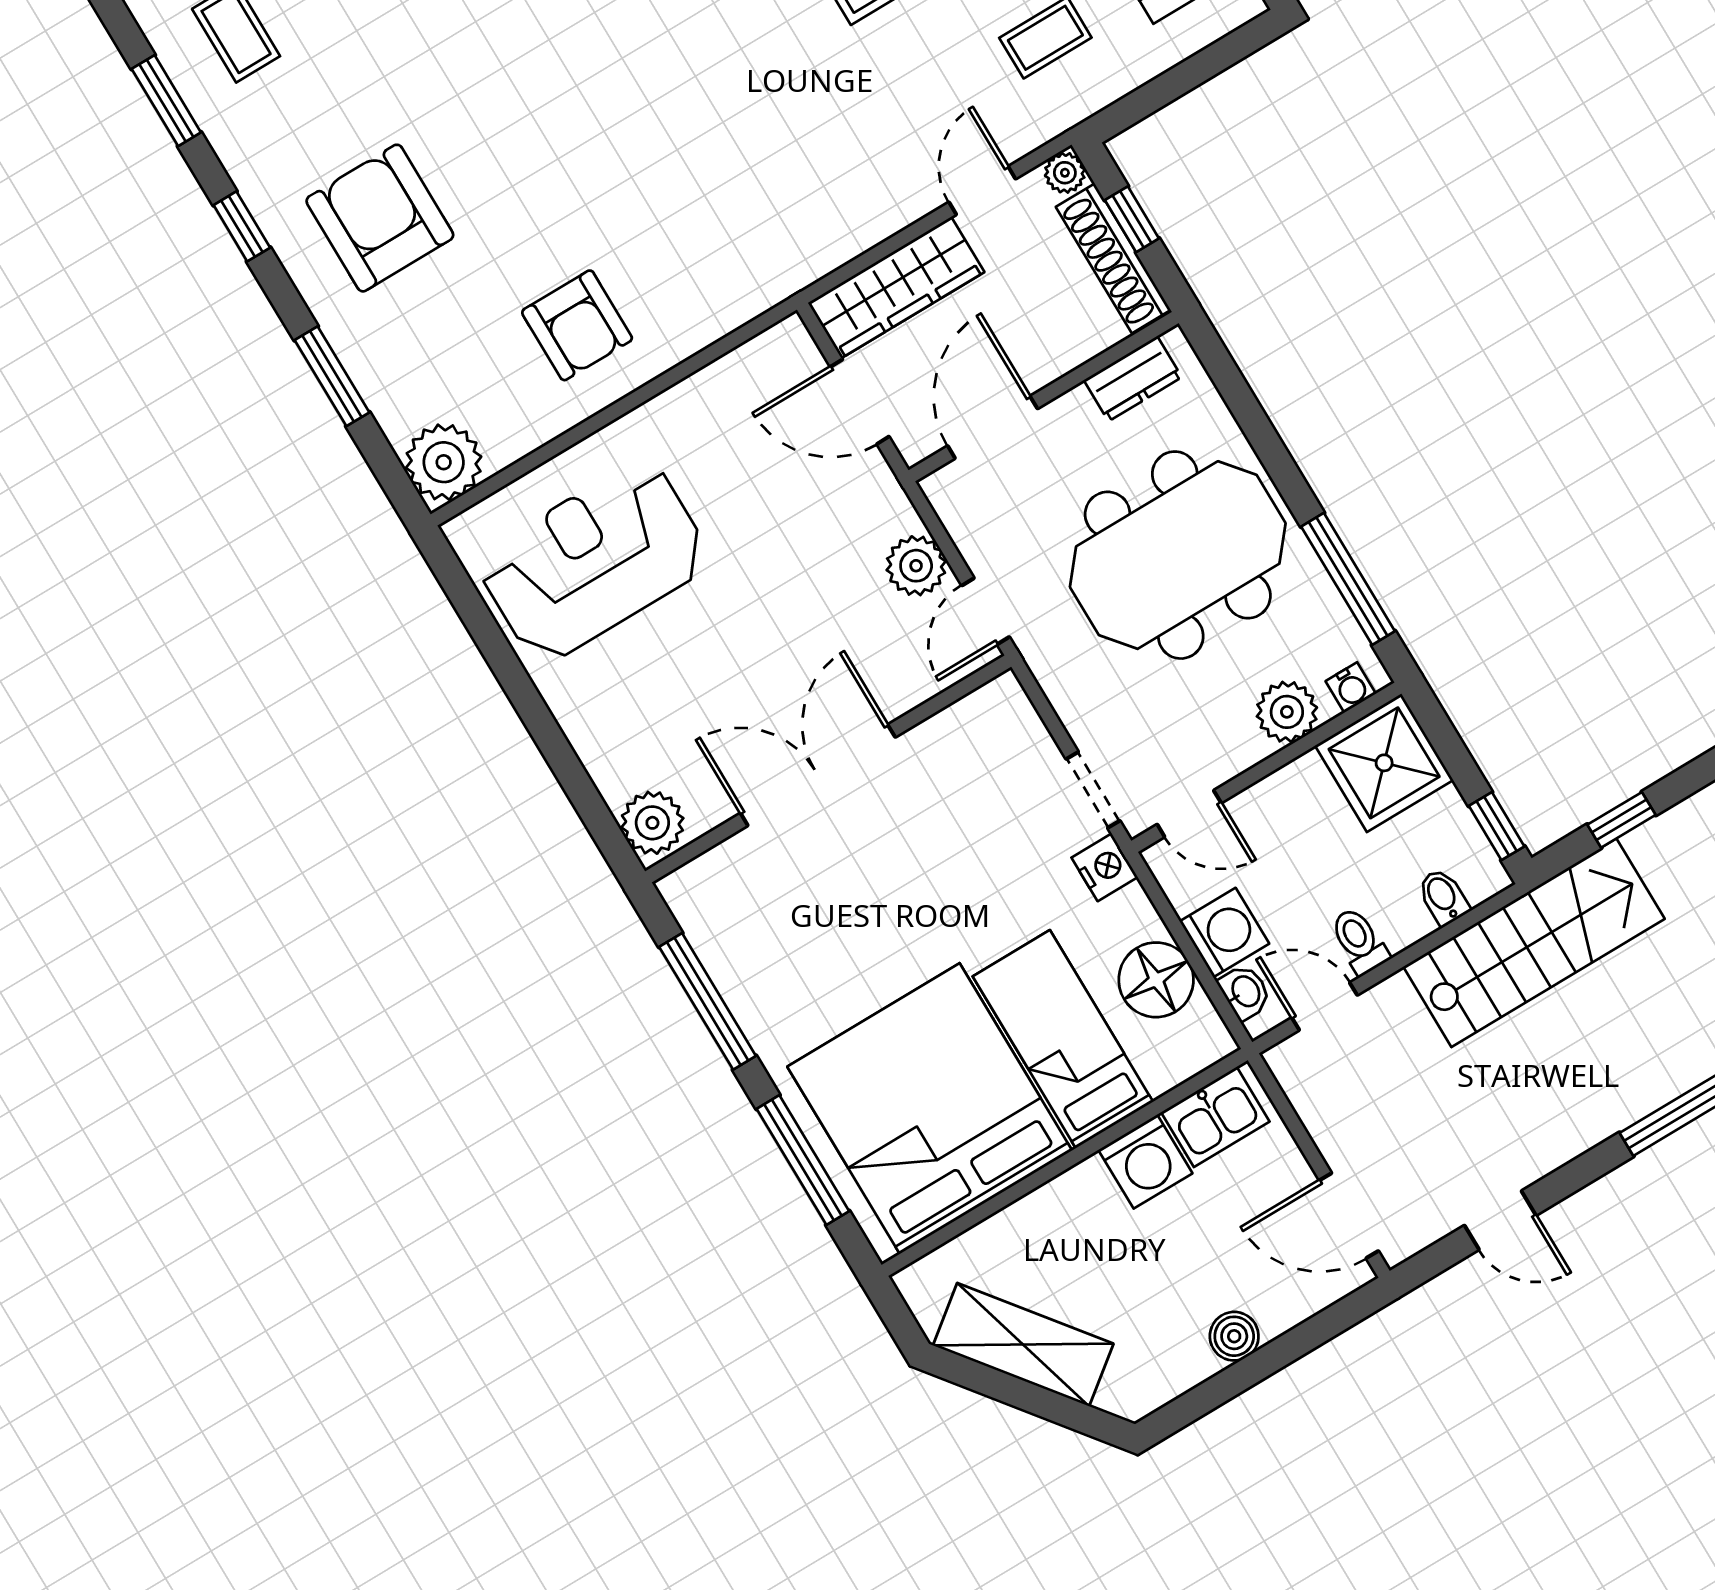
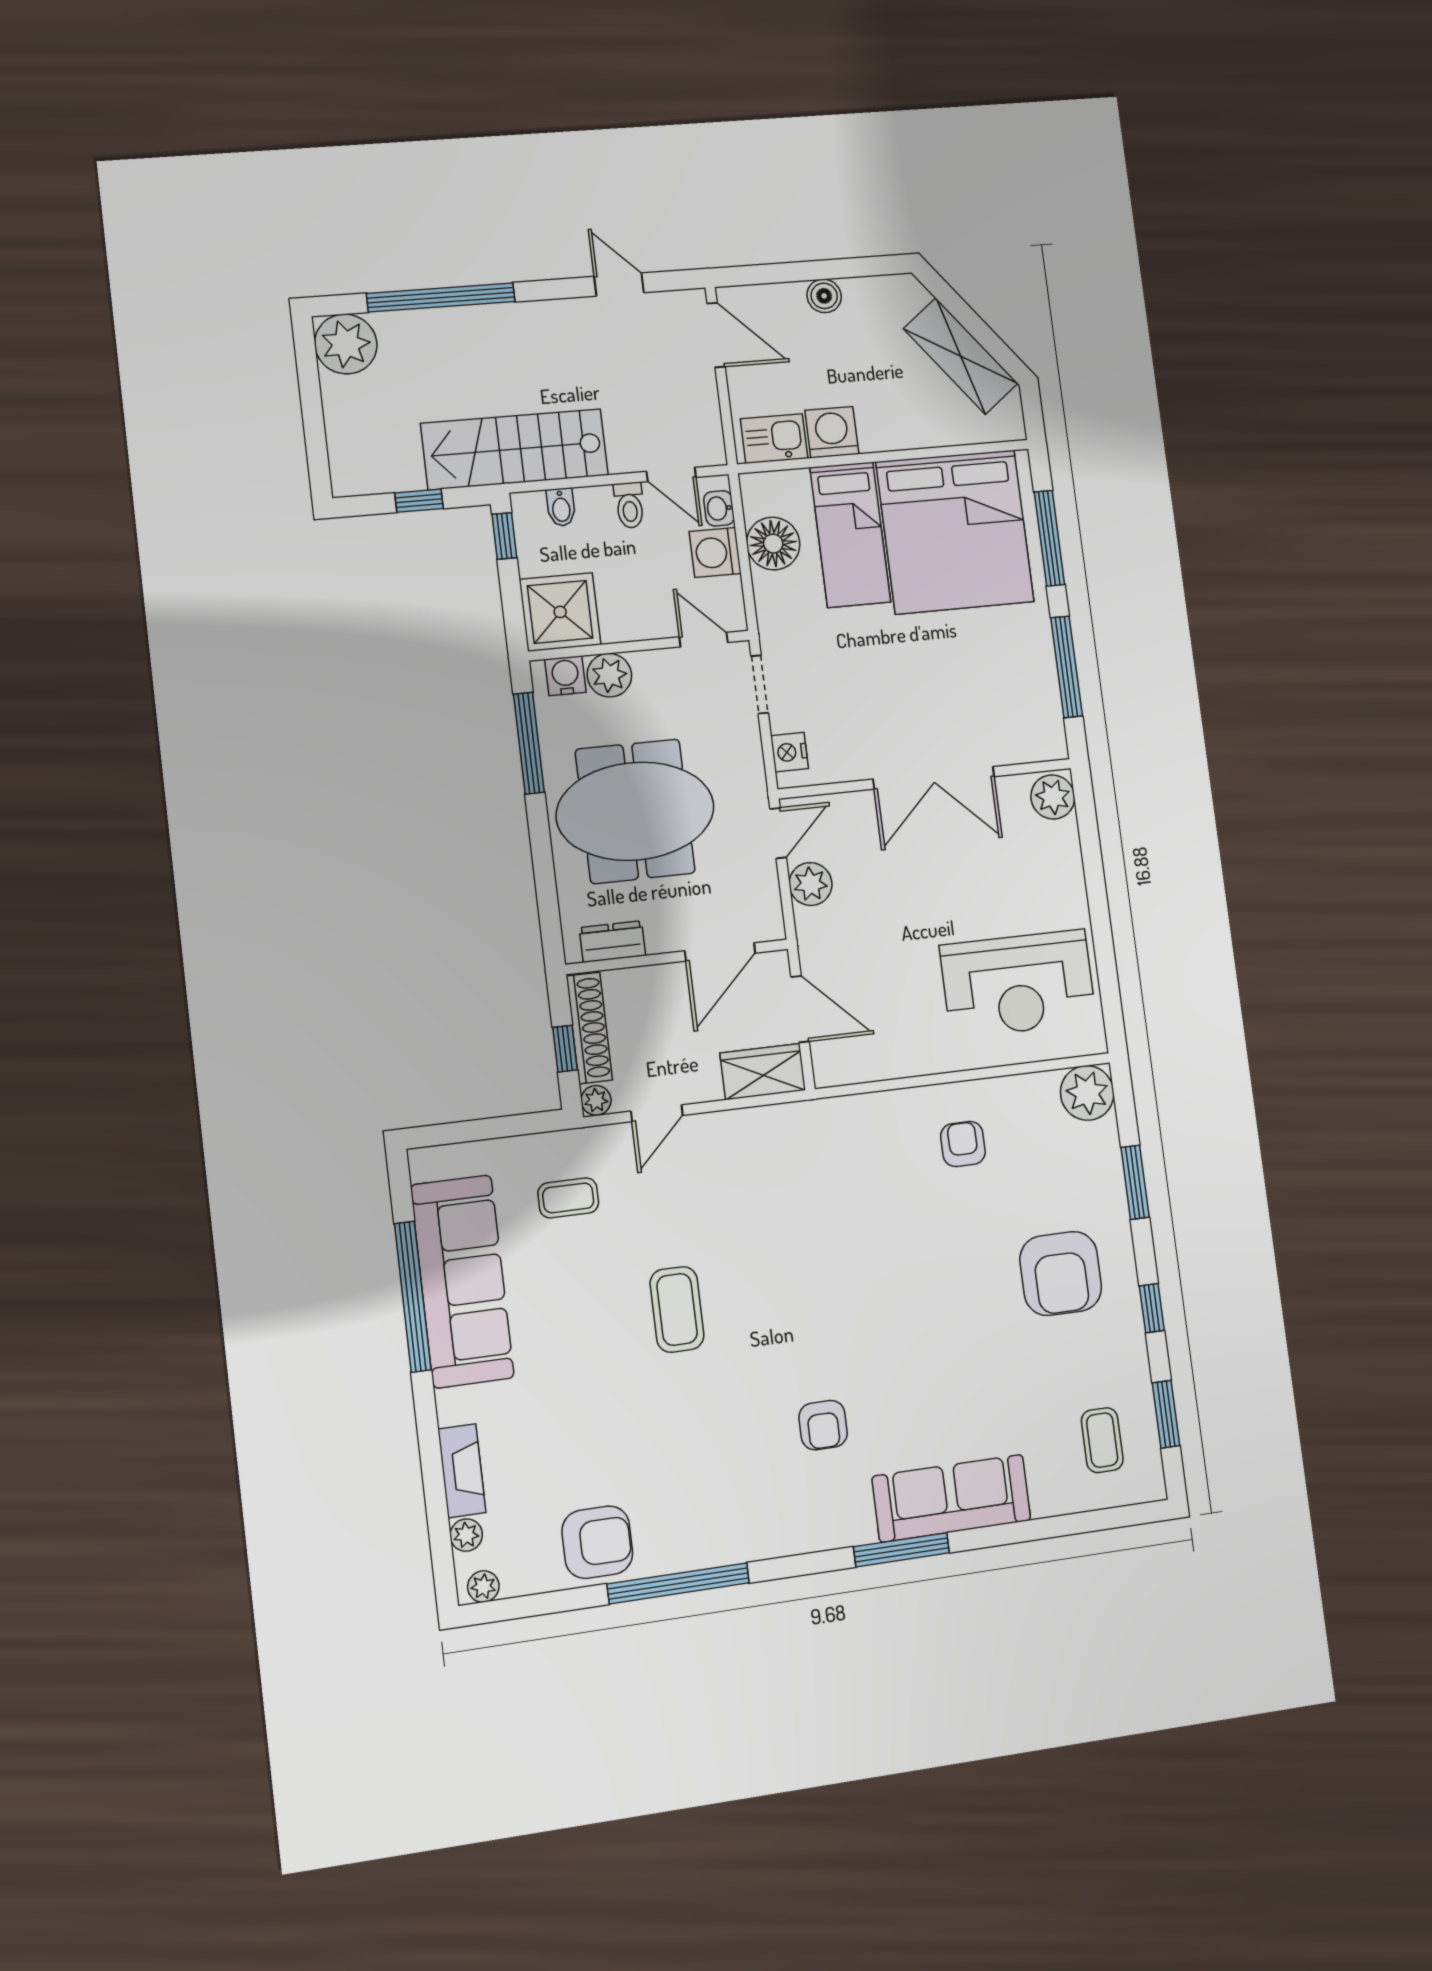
wardrobe: (896, 287) -> (763, 1072), width x0.67
armchair: (577, 325) -> (963, 1144), width x0.72, depth x0.72
water cooler: (1351, 687) -> (565, 676), width x1.38, depth x1.38
nightstand: (1105, 867) -> (789, 752), moved

